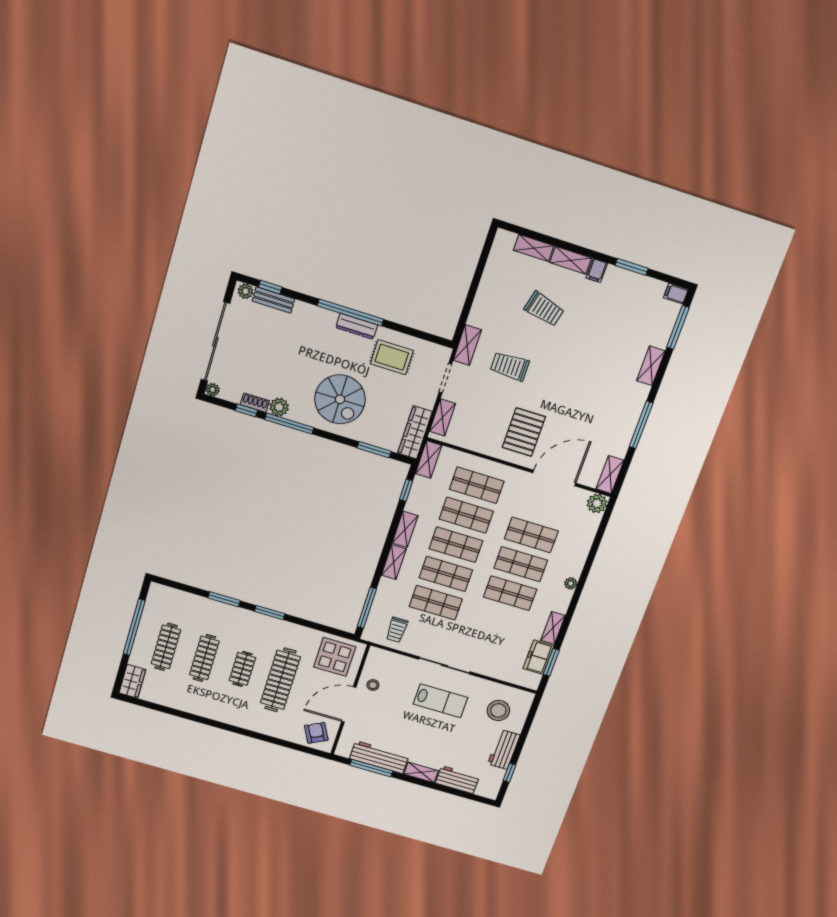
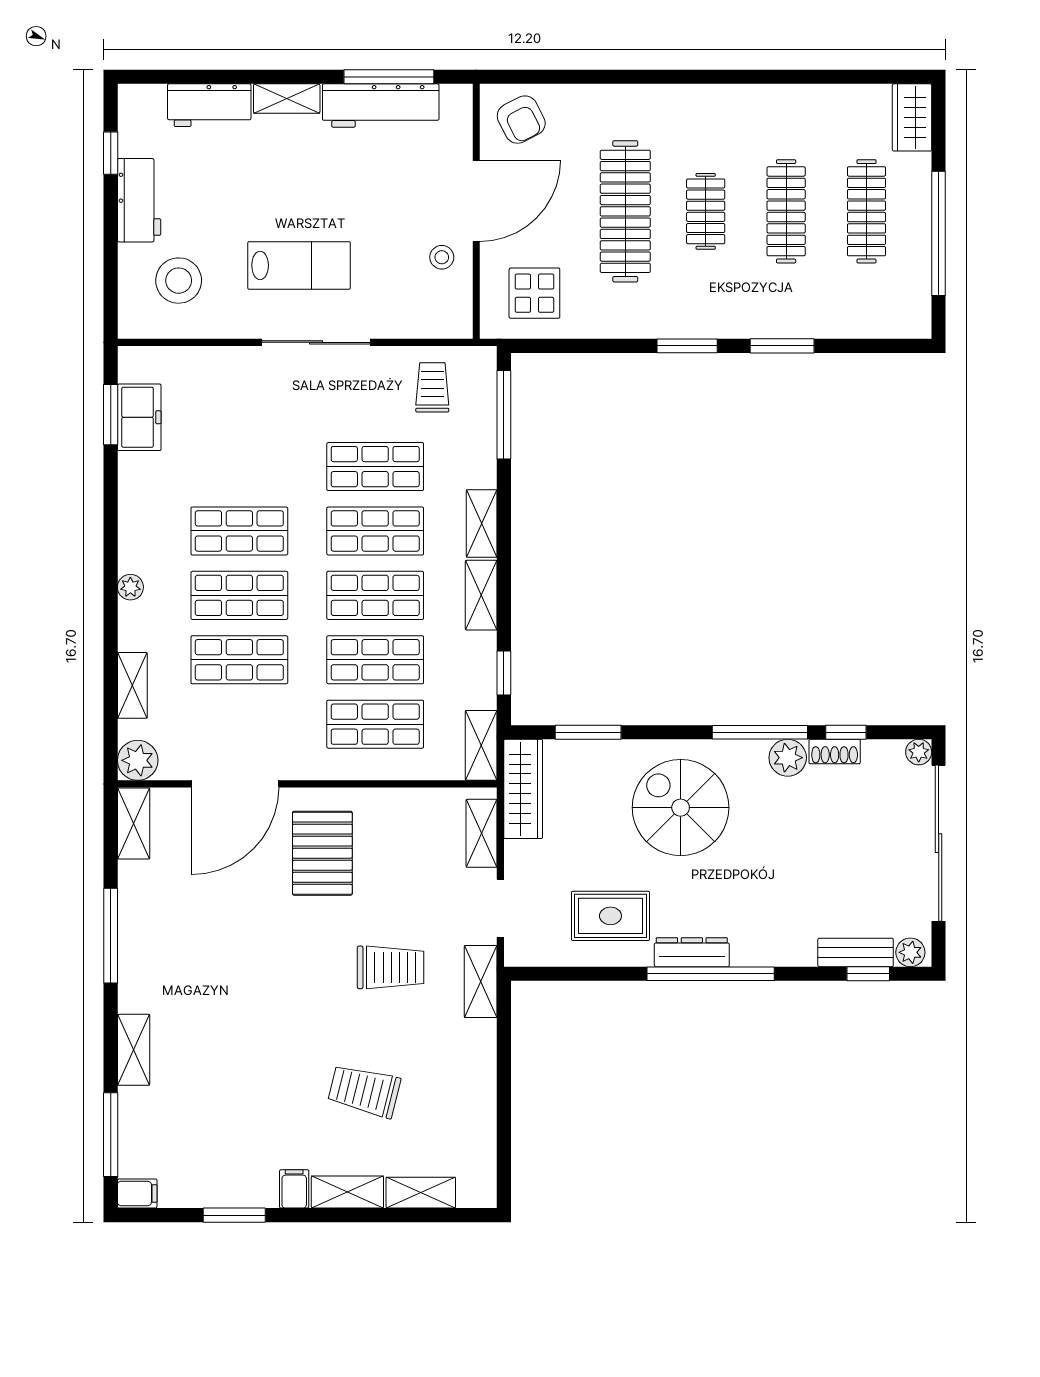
shelving: (553, 628) -> (132, 685), moved
display table: (335, 657) -> (534, 293), width x0.73, depth x0.73
lab bench: (441, 701) -> (299, 265), turned 180

